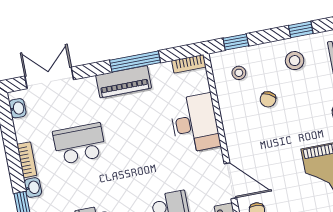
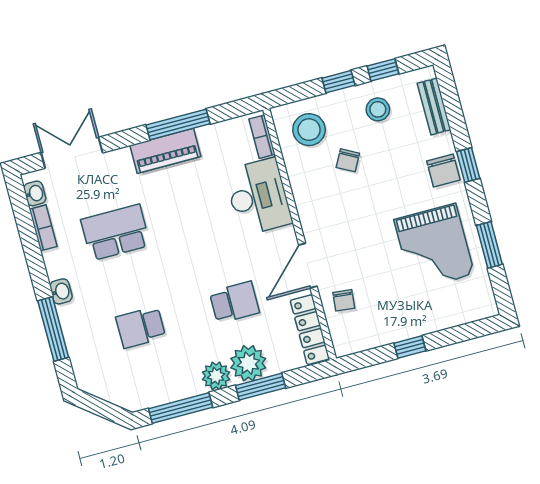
window: (236, 42) -> (339, 82), moved
bookcase: (189, 64) -> (262, 137), moved, turned 90
stool: (239, 73) -> (309, 130), width x1.89, depth x1.89
bookcase: (27, 160) -> (43, 228), moved
door: (230, 181) -> (308, 266), swing flipped

